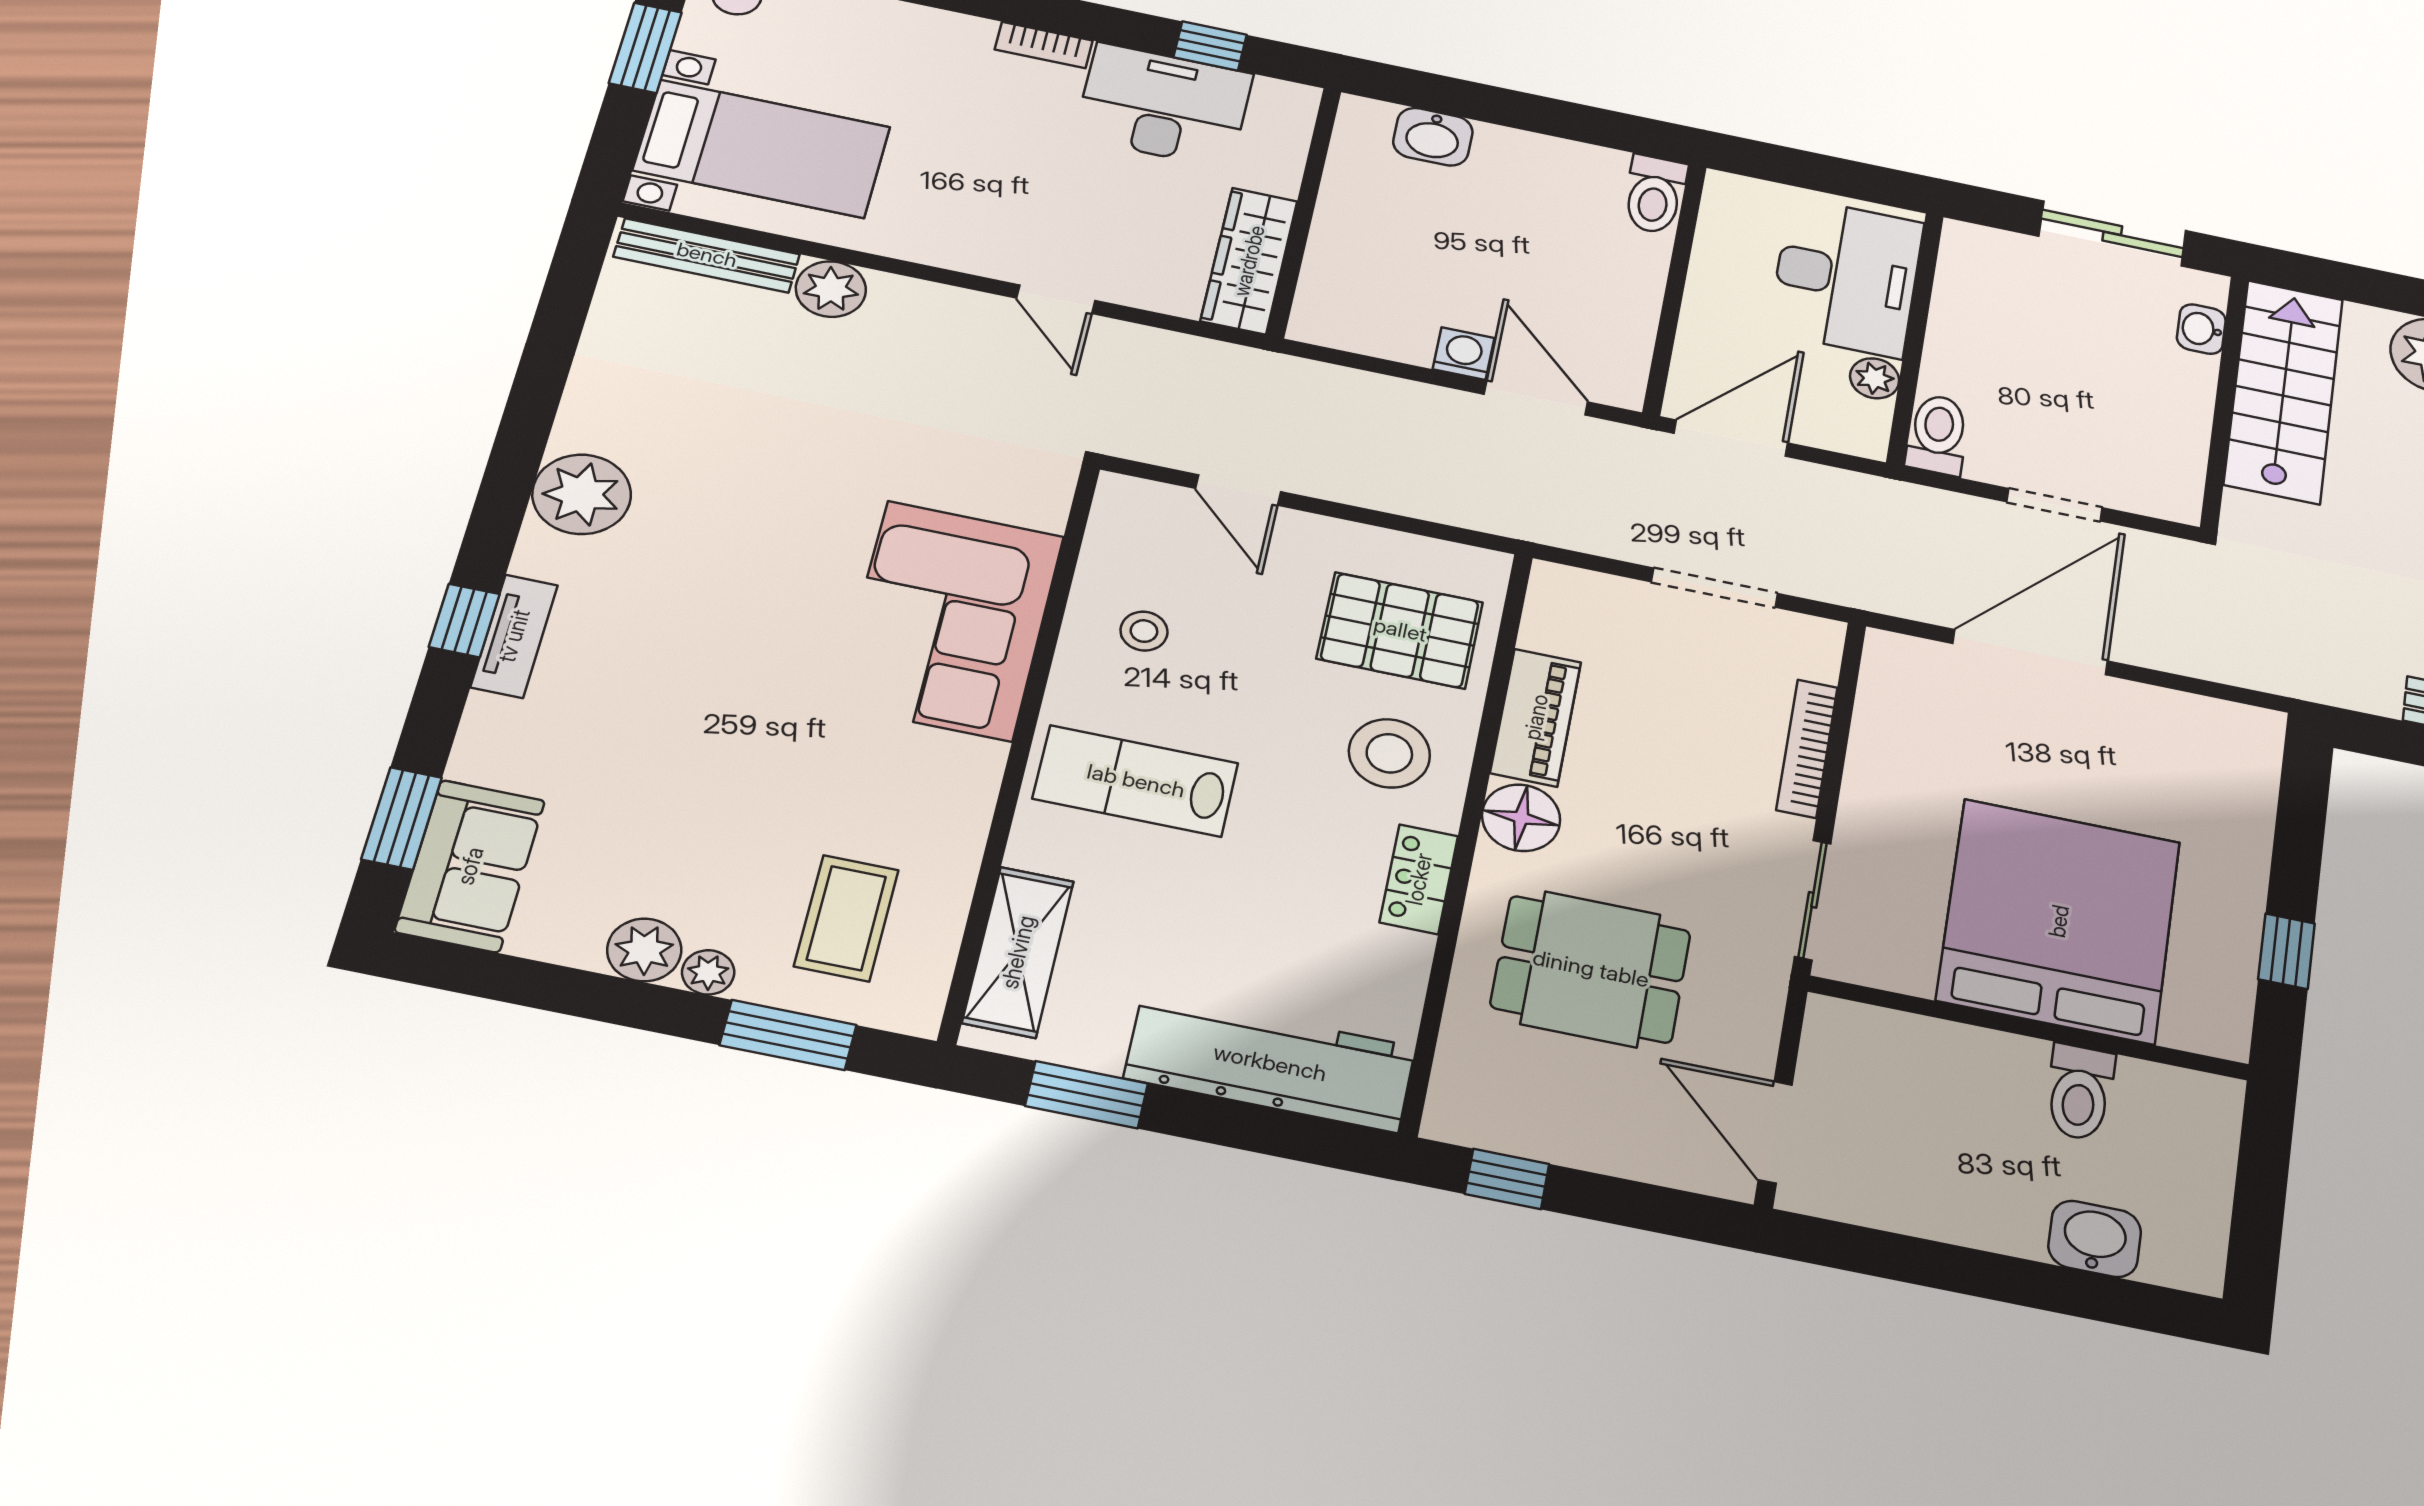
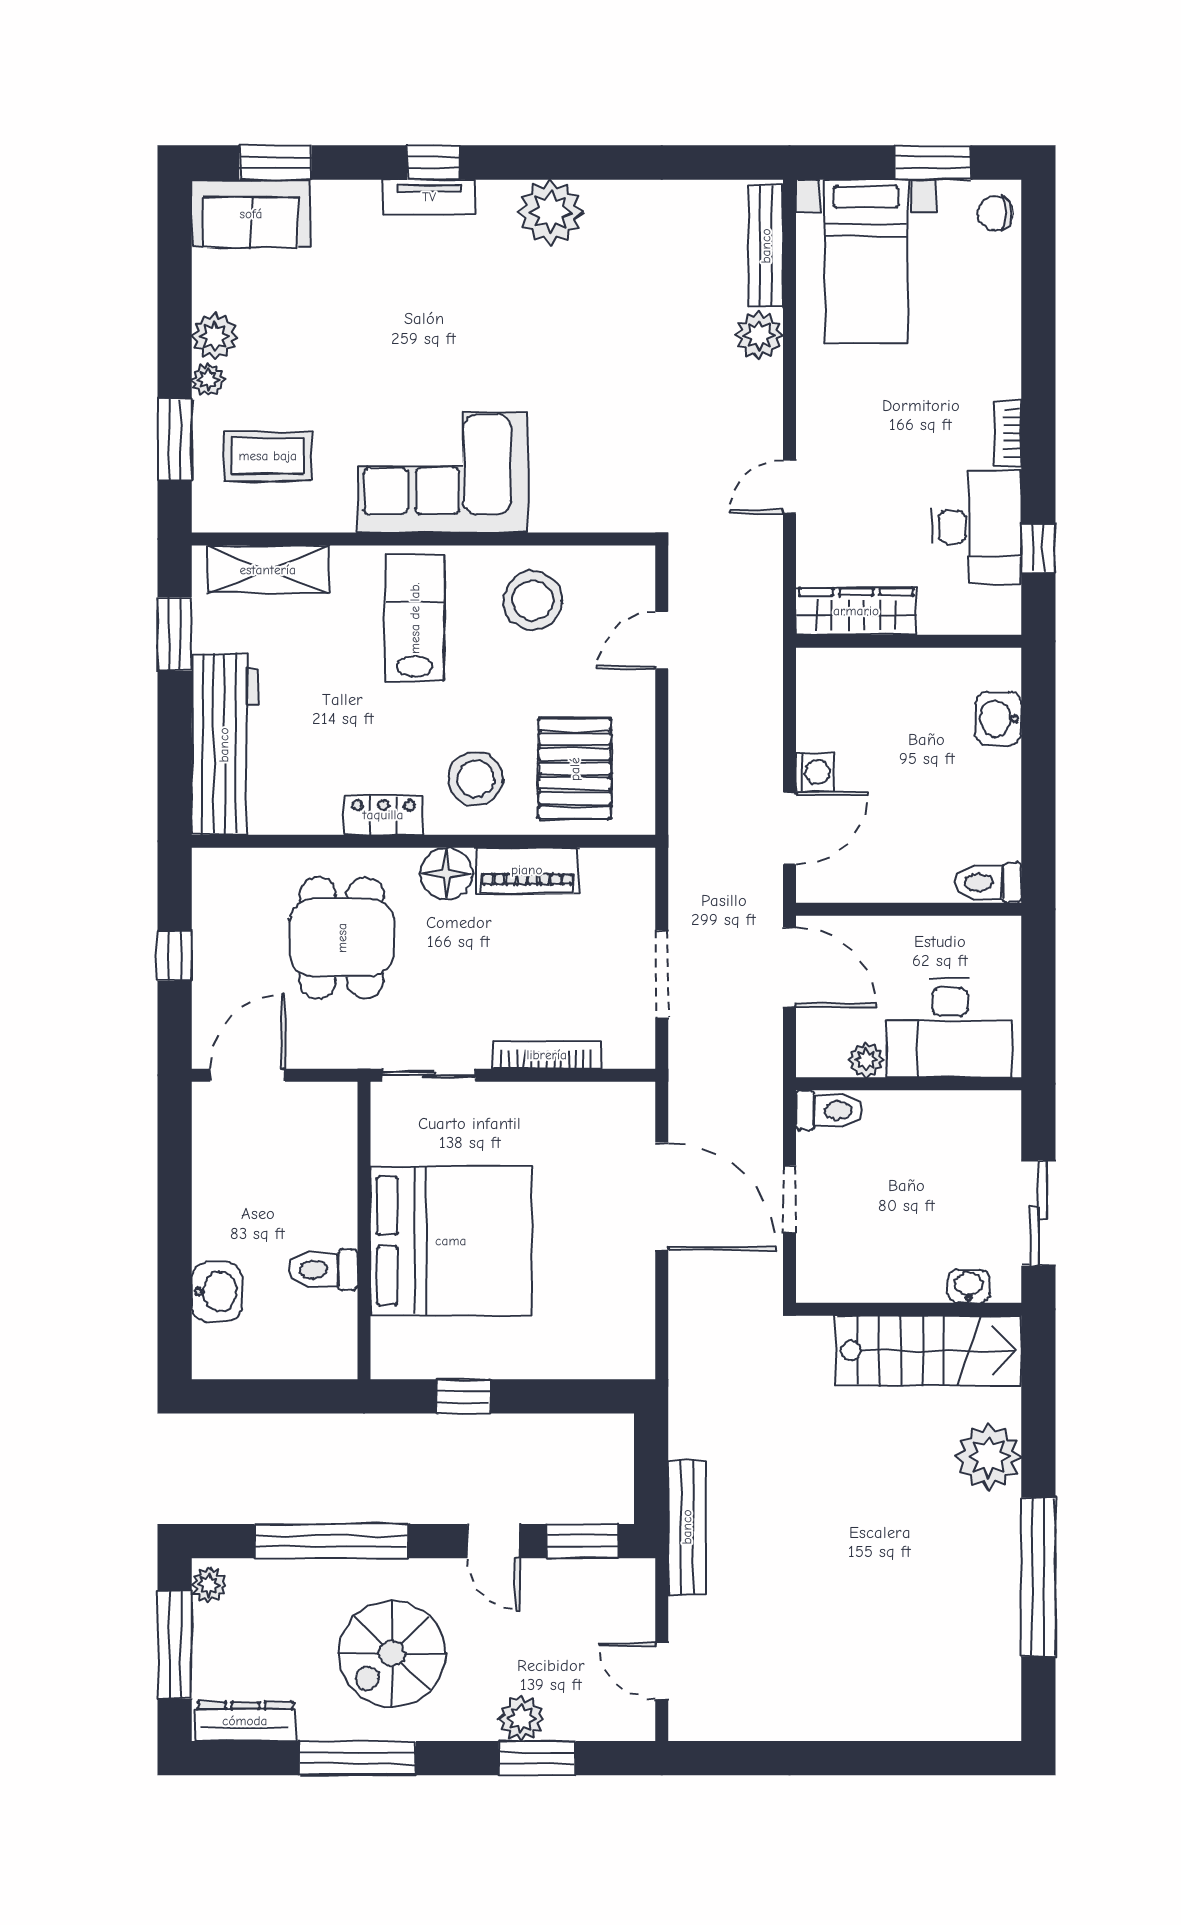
corner sofa: (949, 620) -> (443, 472), moved
stool: (1144, 631) -> (533, 600), width x1.89, depth x1.89
window: (1507, 1179) -> (175, 956), moved

